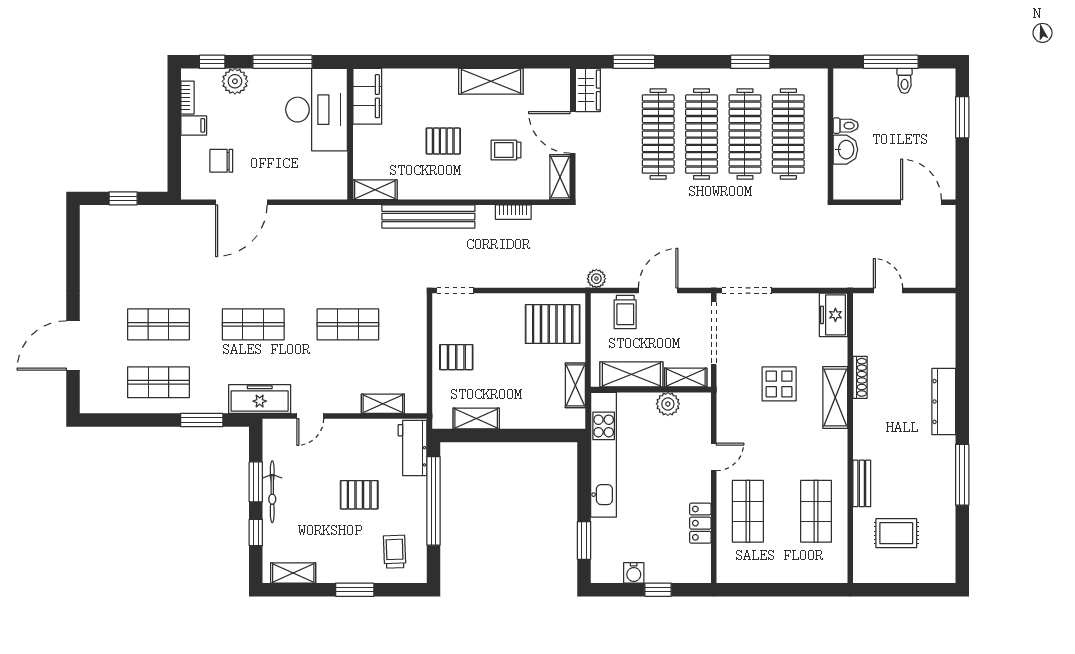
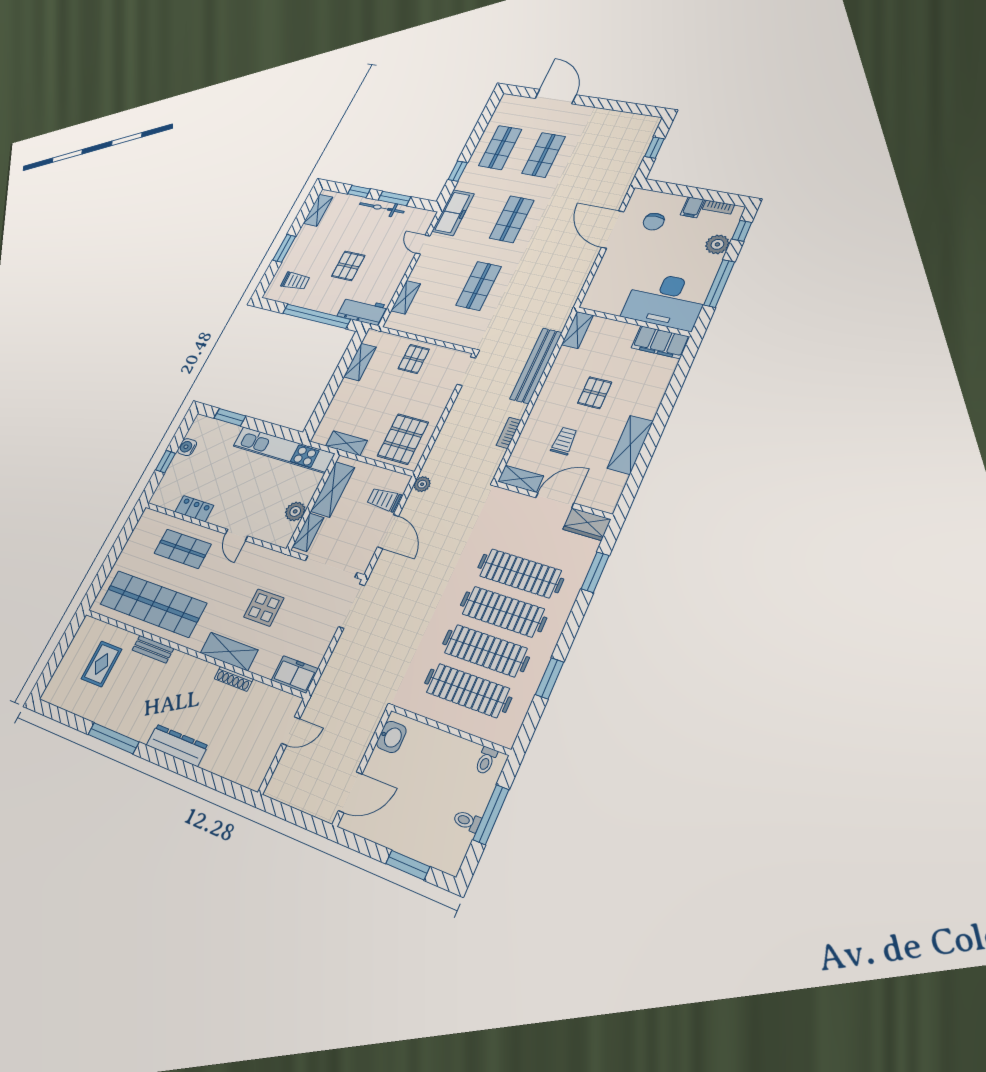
toilet: (846, 126) -> (486, 761), moved
washbasin: (845, 150) -> (391, 737), moved, turned -90
chair: (221, 161) -> (654, 222), turned 180
window: (202, 420) -> (458, 171), width x0.67
shop shelf: (816, 511) -> (153, 604), width x2.00, depth x1.36

